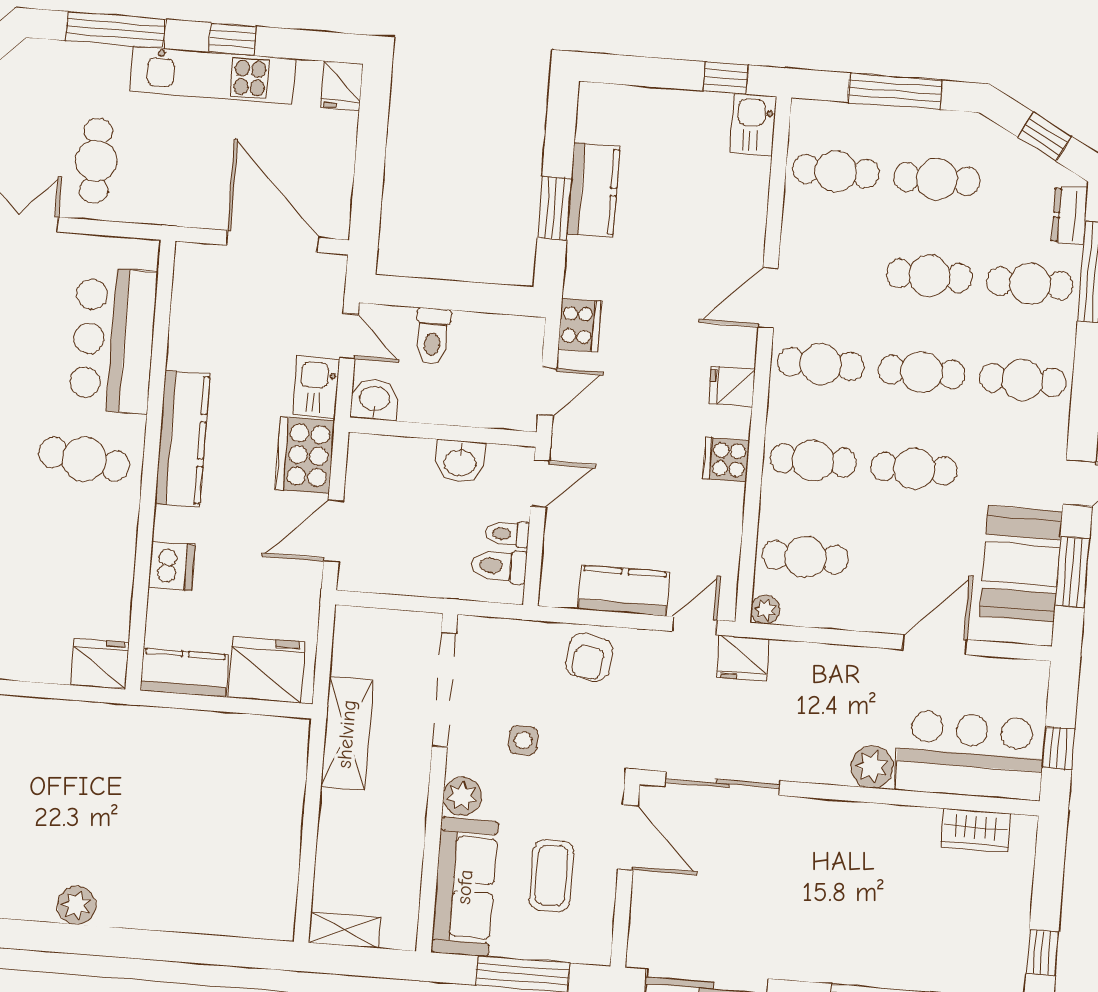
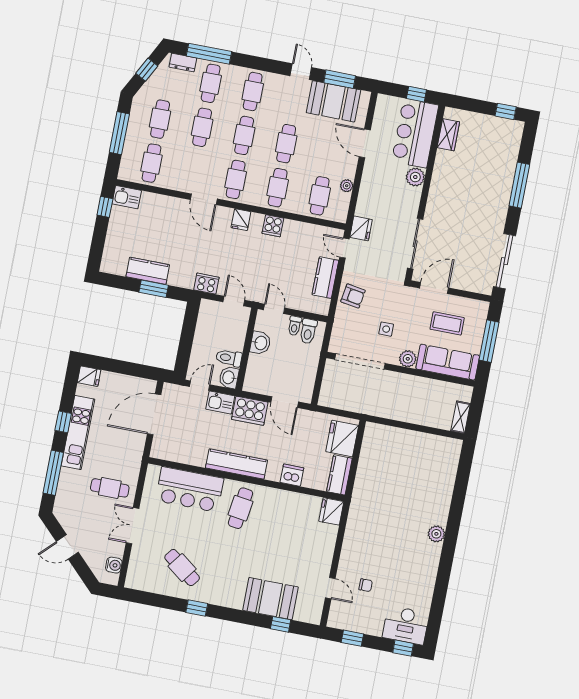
toilet: (433, 337) -> (229, 358), moved, turned 180
plant: (765, 610) -> (347, 186), moved
shelving: (347, 734) -> (374, 406), removed

